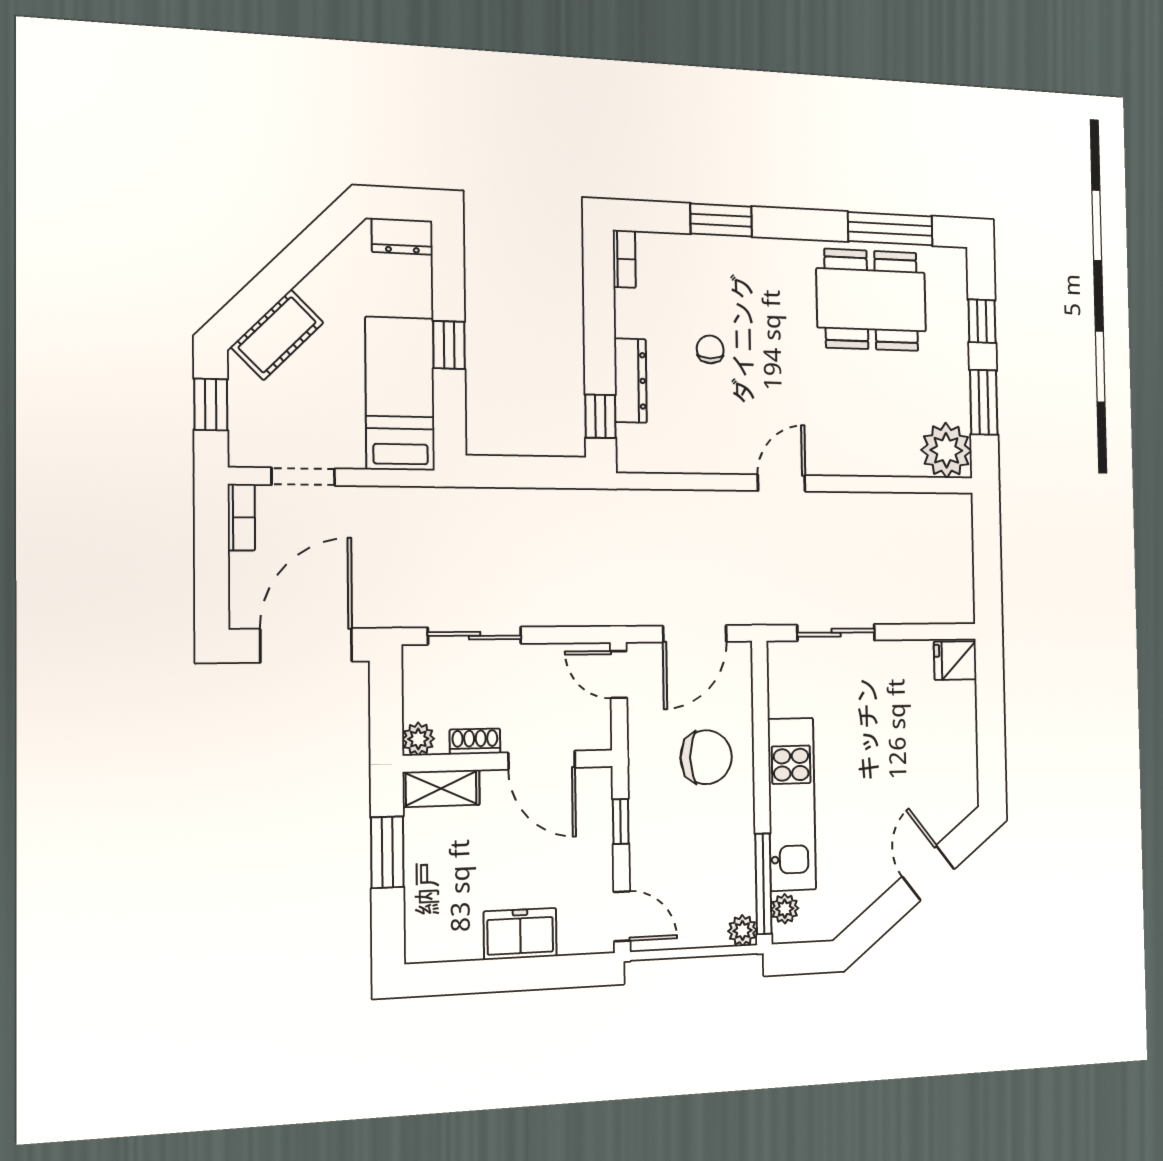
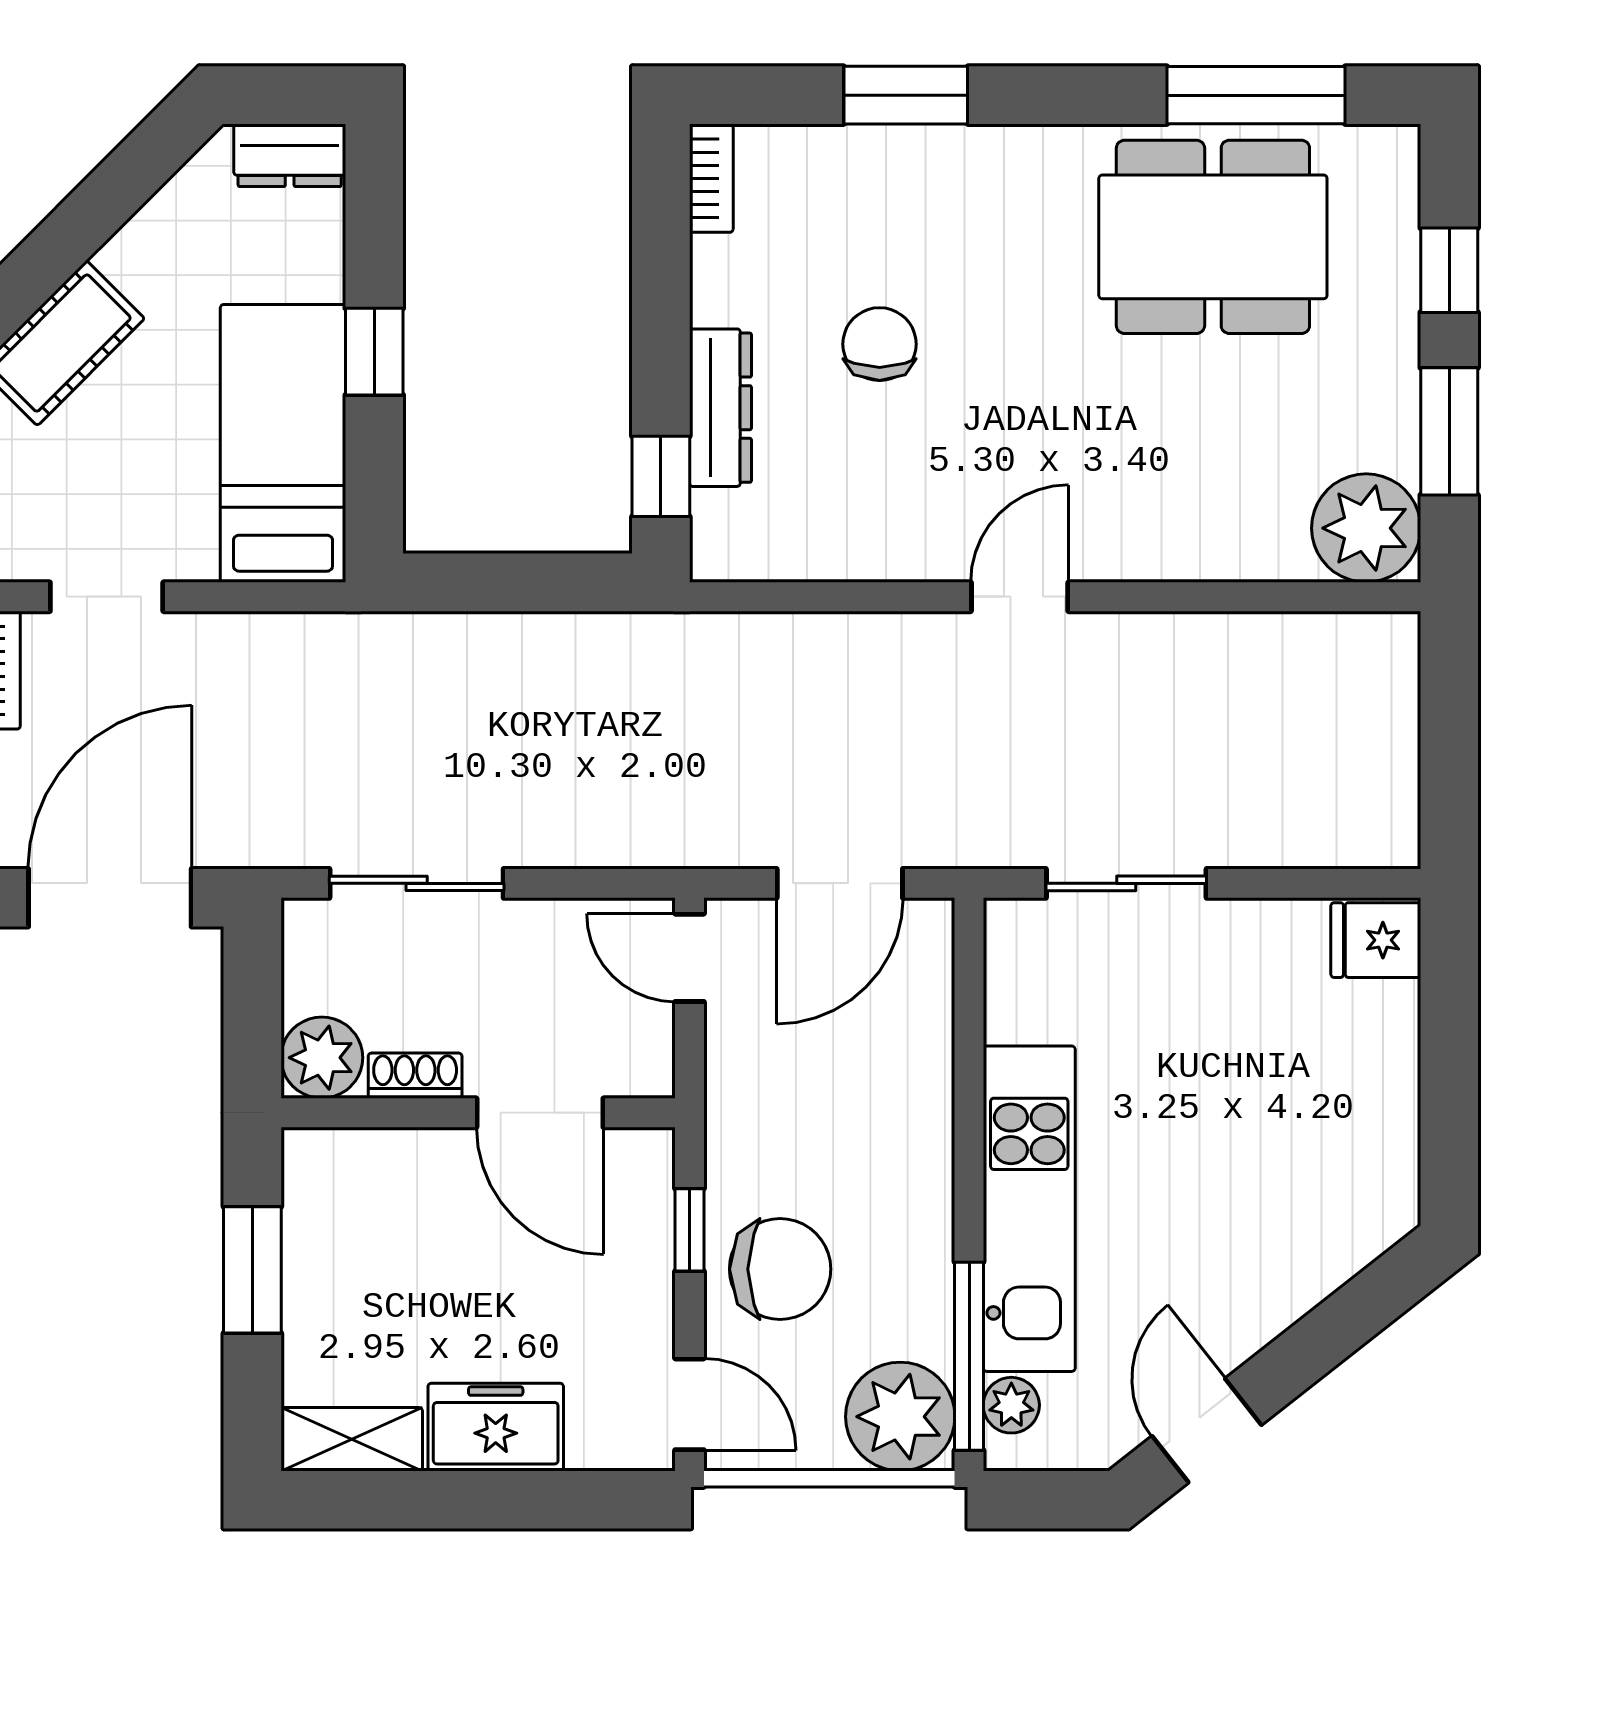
chair: (710, 349) -> (880, 344), width x1.37, depth x1.37
plant: (418, 739) -> (322, 1058), width x1.38, depth x1.38
chair: (706, 757) -> (780, 1269), moved
shelving: (441, 788) -> (352, 1439), moved
door: (928, 873) -> (1207, 1431), moved
plant: (742, 931) -> (900, 1417), width x1.87, depth x1.87

